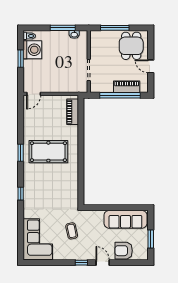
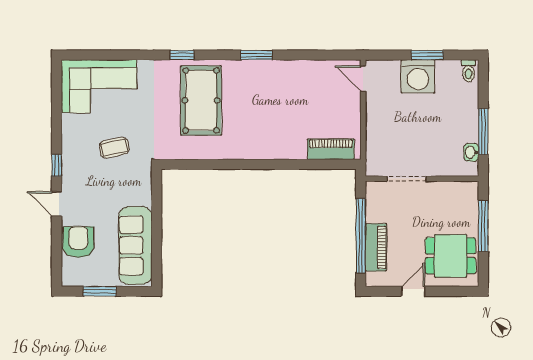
washing machine: (32, 50) -> (418, 76), moved
pool table: (48, 152) -> (201, 100), moved
door: (103, 263) -> (57, 204), swing flipped

